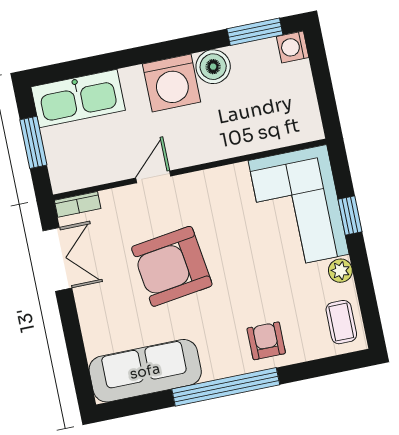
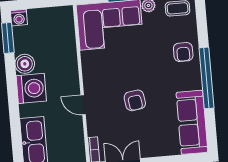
armchair: (172, 266) -> (135, 100), width x0.53, depth x0.53
armchair: (266, 341) -> (183, 52), turned -90

